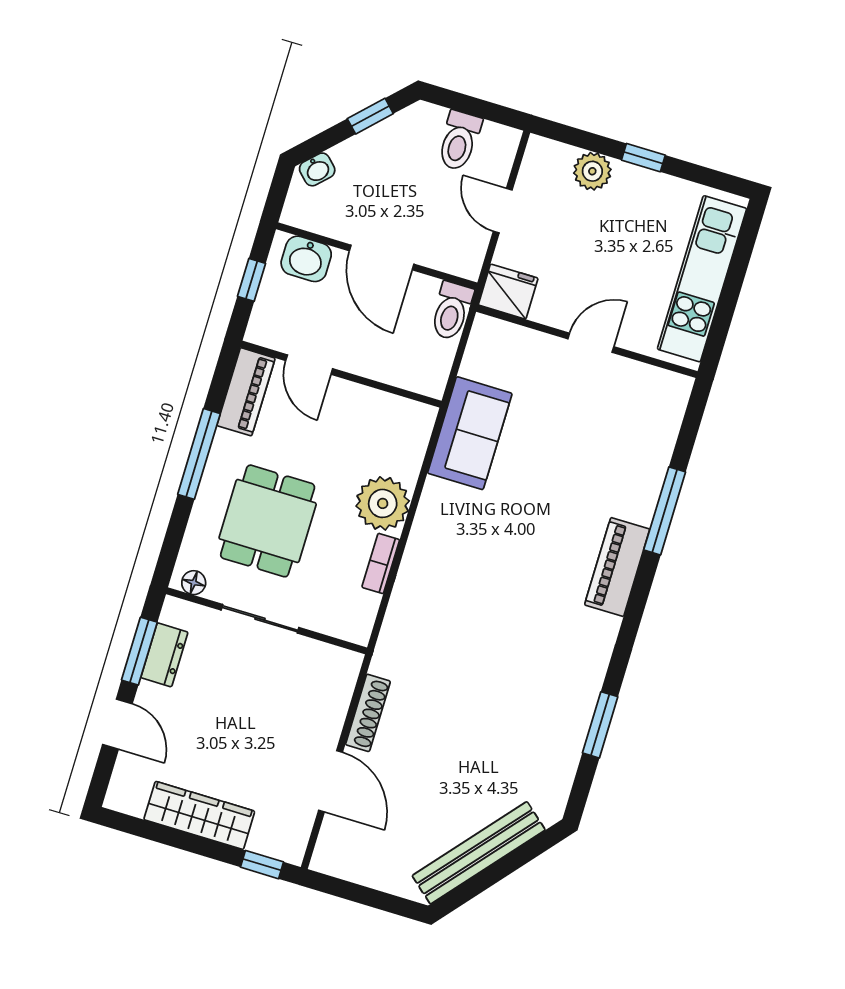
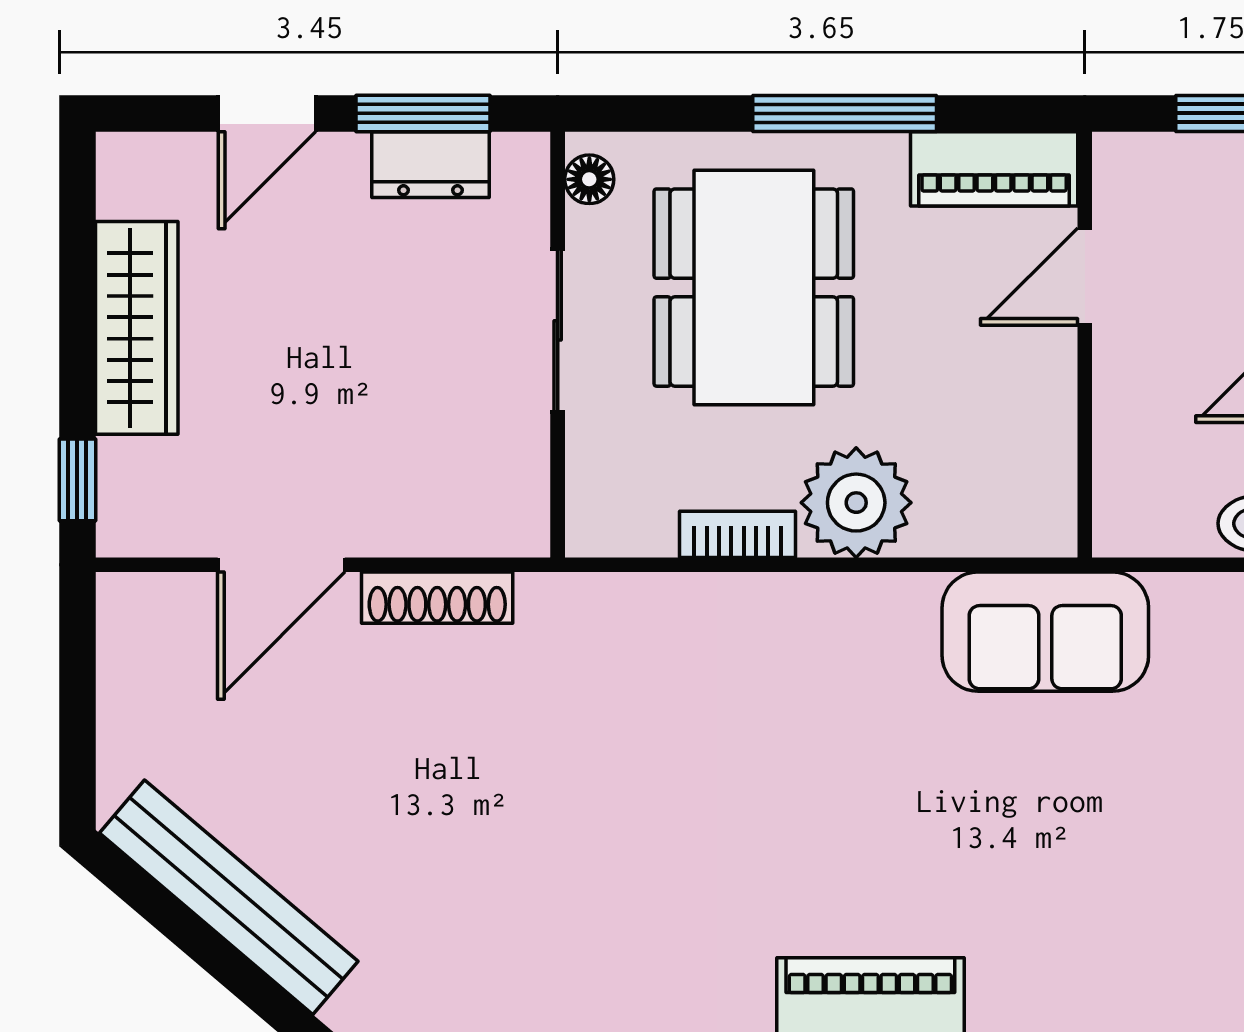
dining table: (268, 521) -> (754, 288), width x1.38

